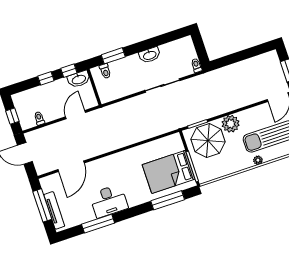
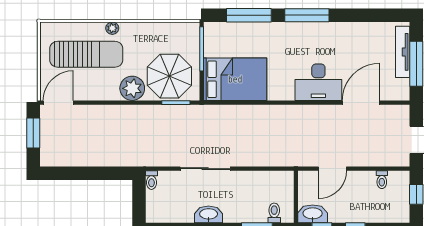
bed: (169, 172) -> (235, 79), moved
desk: (109, 201) -> (318, 82), moved, turned 180
window: (98, 224) -> (307, 15), moved

